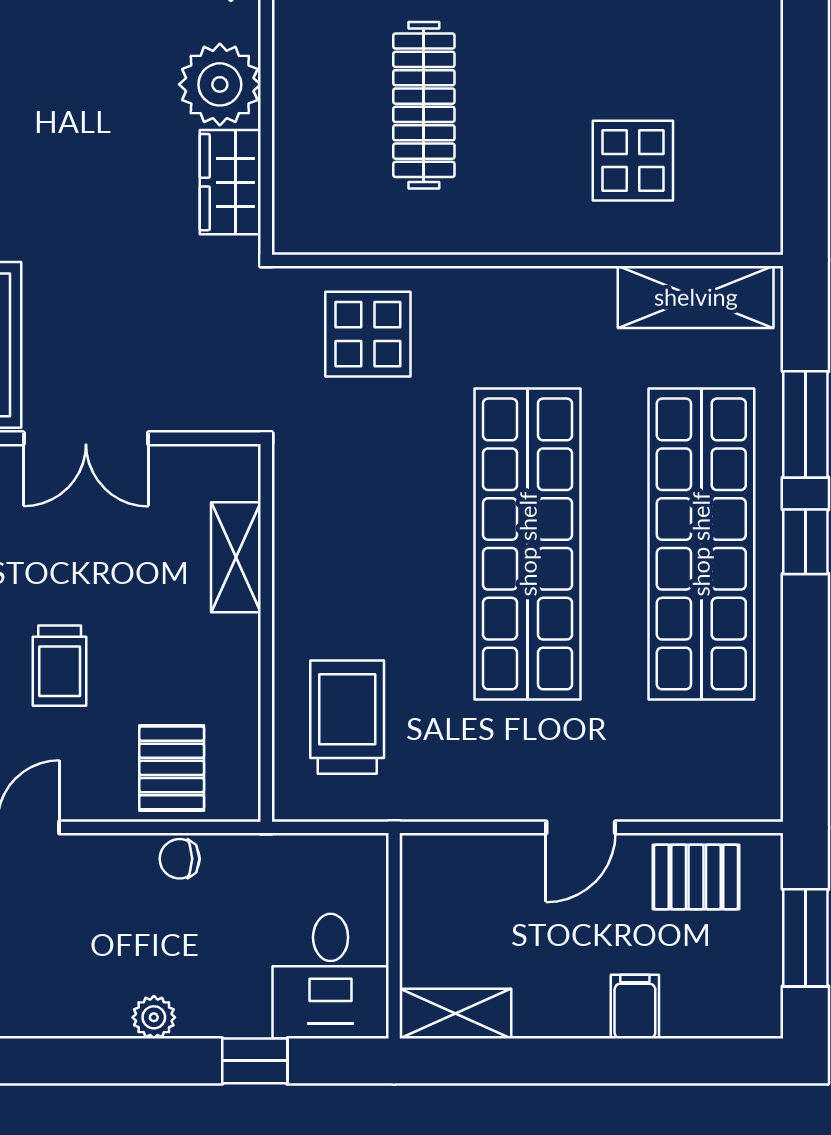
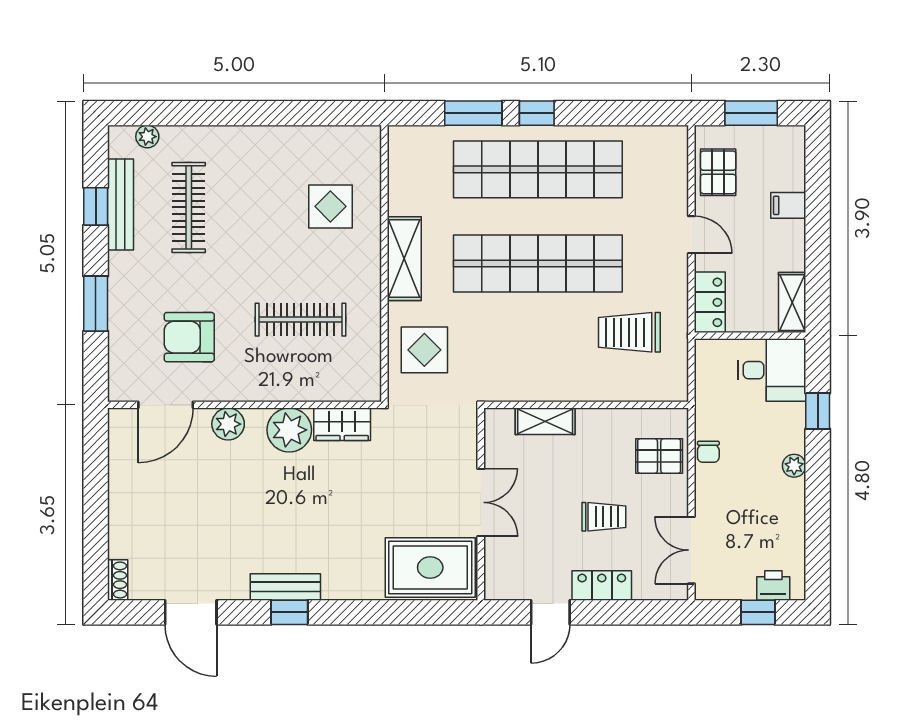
shelving: (696, 297) -> (404, 259), moved
trolley: (347, 717) -> (629, 332), moved
locker: (456, 861) -> (710, 302), added

